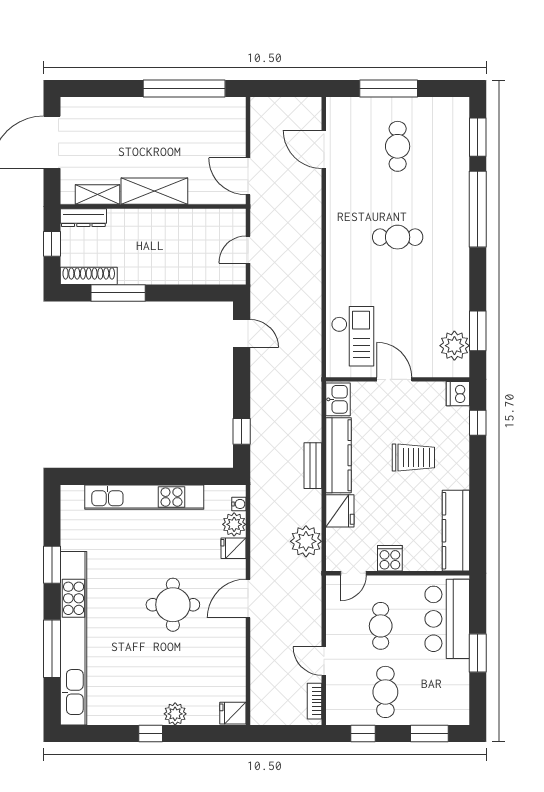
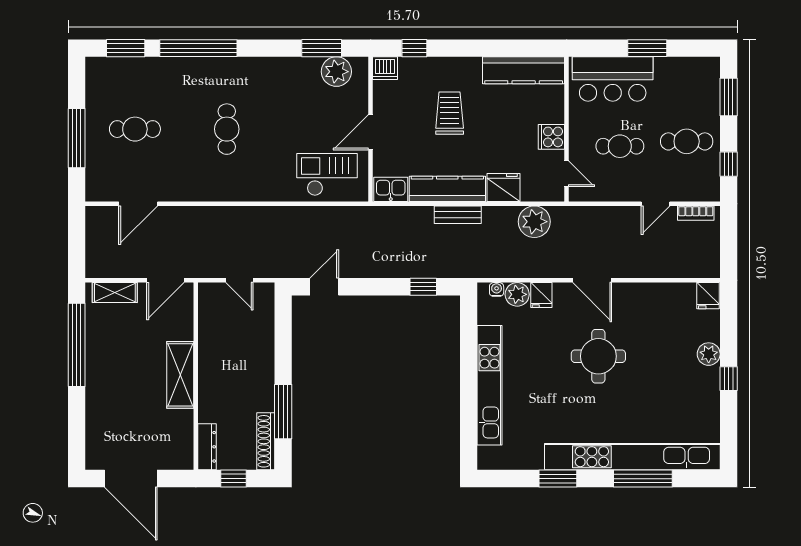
shelving: (97, 194) -> (115, 293), moved, turned 90

